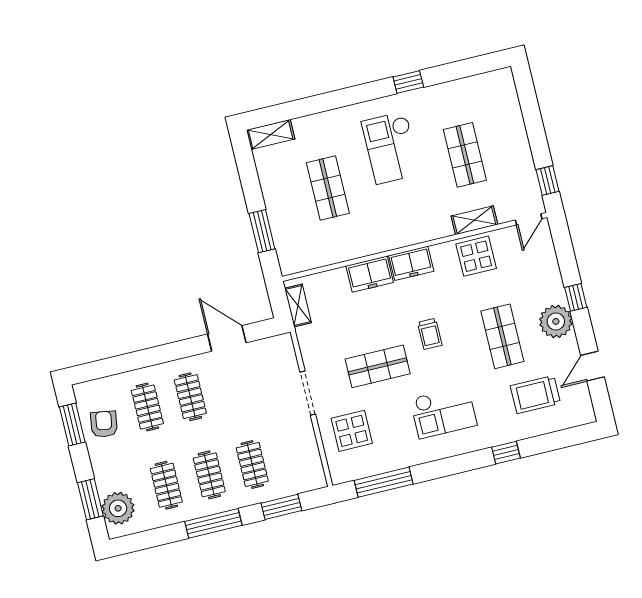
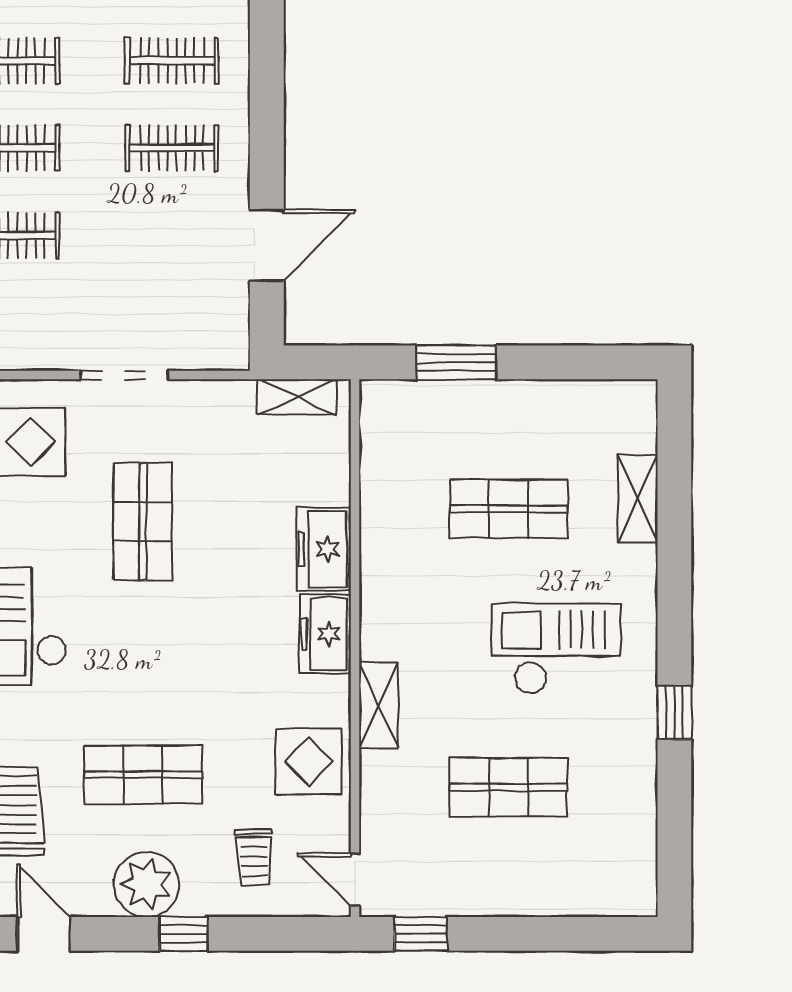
shelving: (271, 135) -> (638, 498), moved
shelving: (474, 220) -> (379, 705), moved
trolley: (430, 334) -> (254, 857), moved, turned -92

